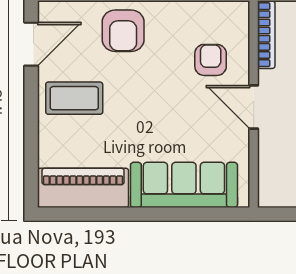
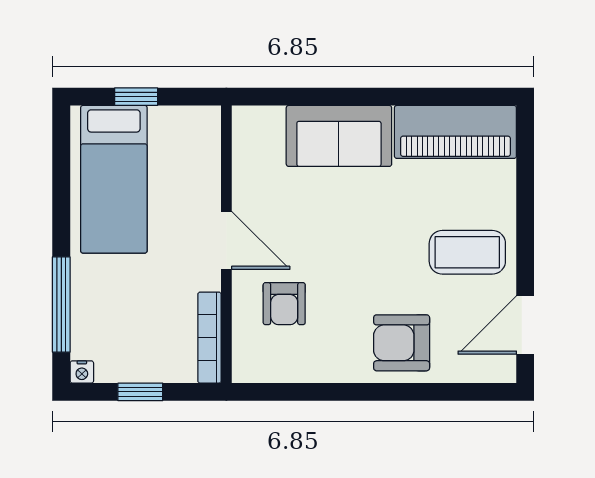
armchair: (123, 31) -> (402, 343), turned -90
sofa: (184, 185) -> (339, 136), width x0.73

